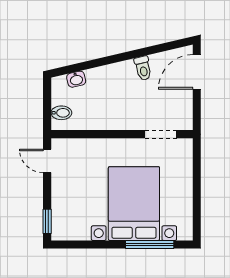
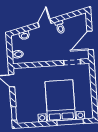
door: (115, 59) -> (44, 23), added
door: (197, 72) -> (90, 40), moved

